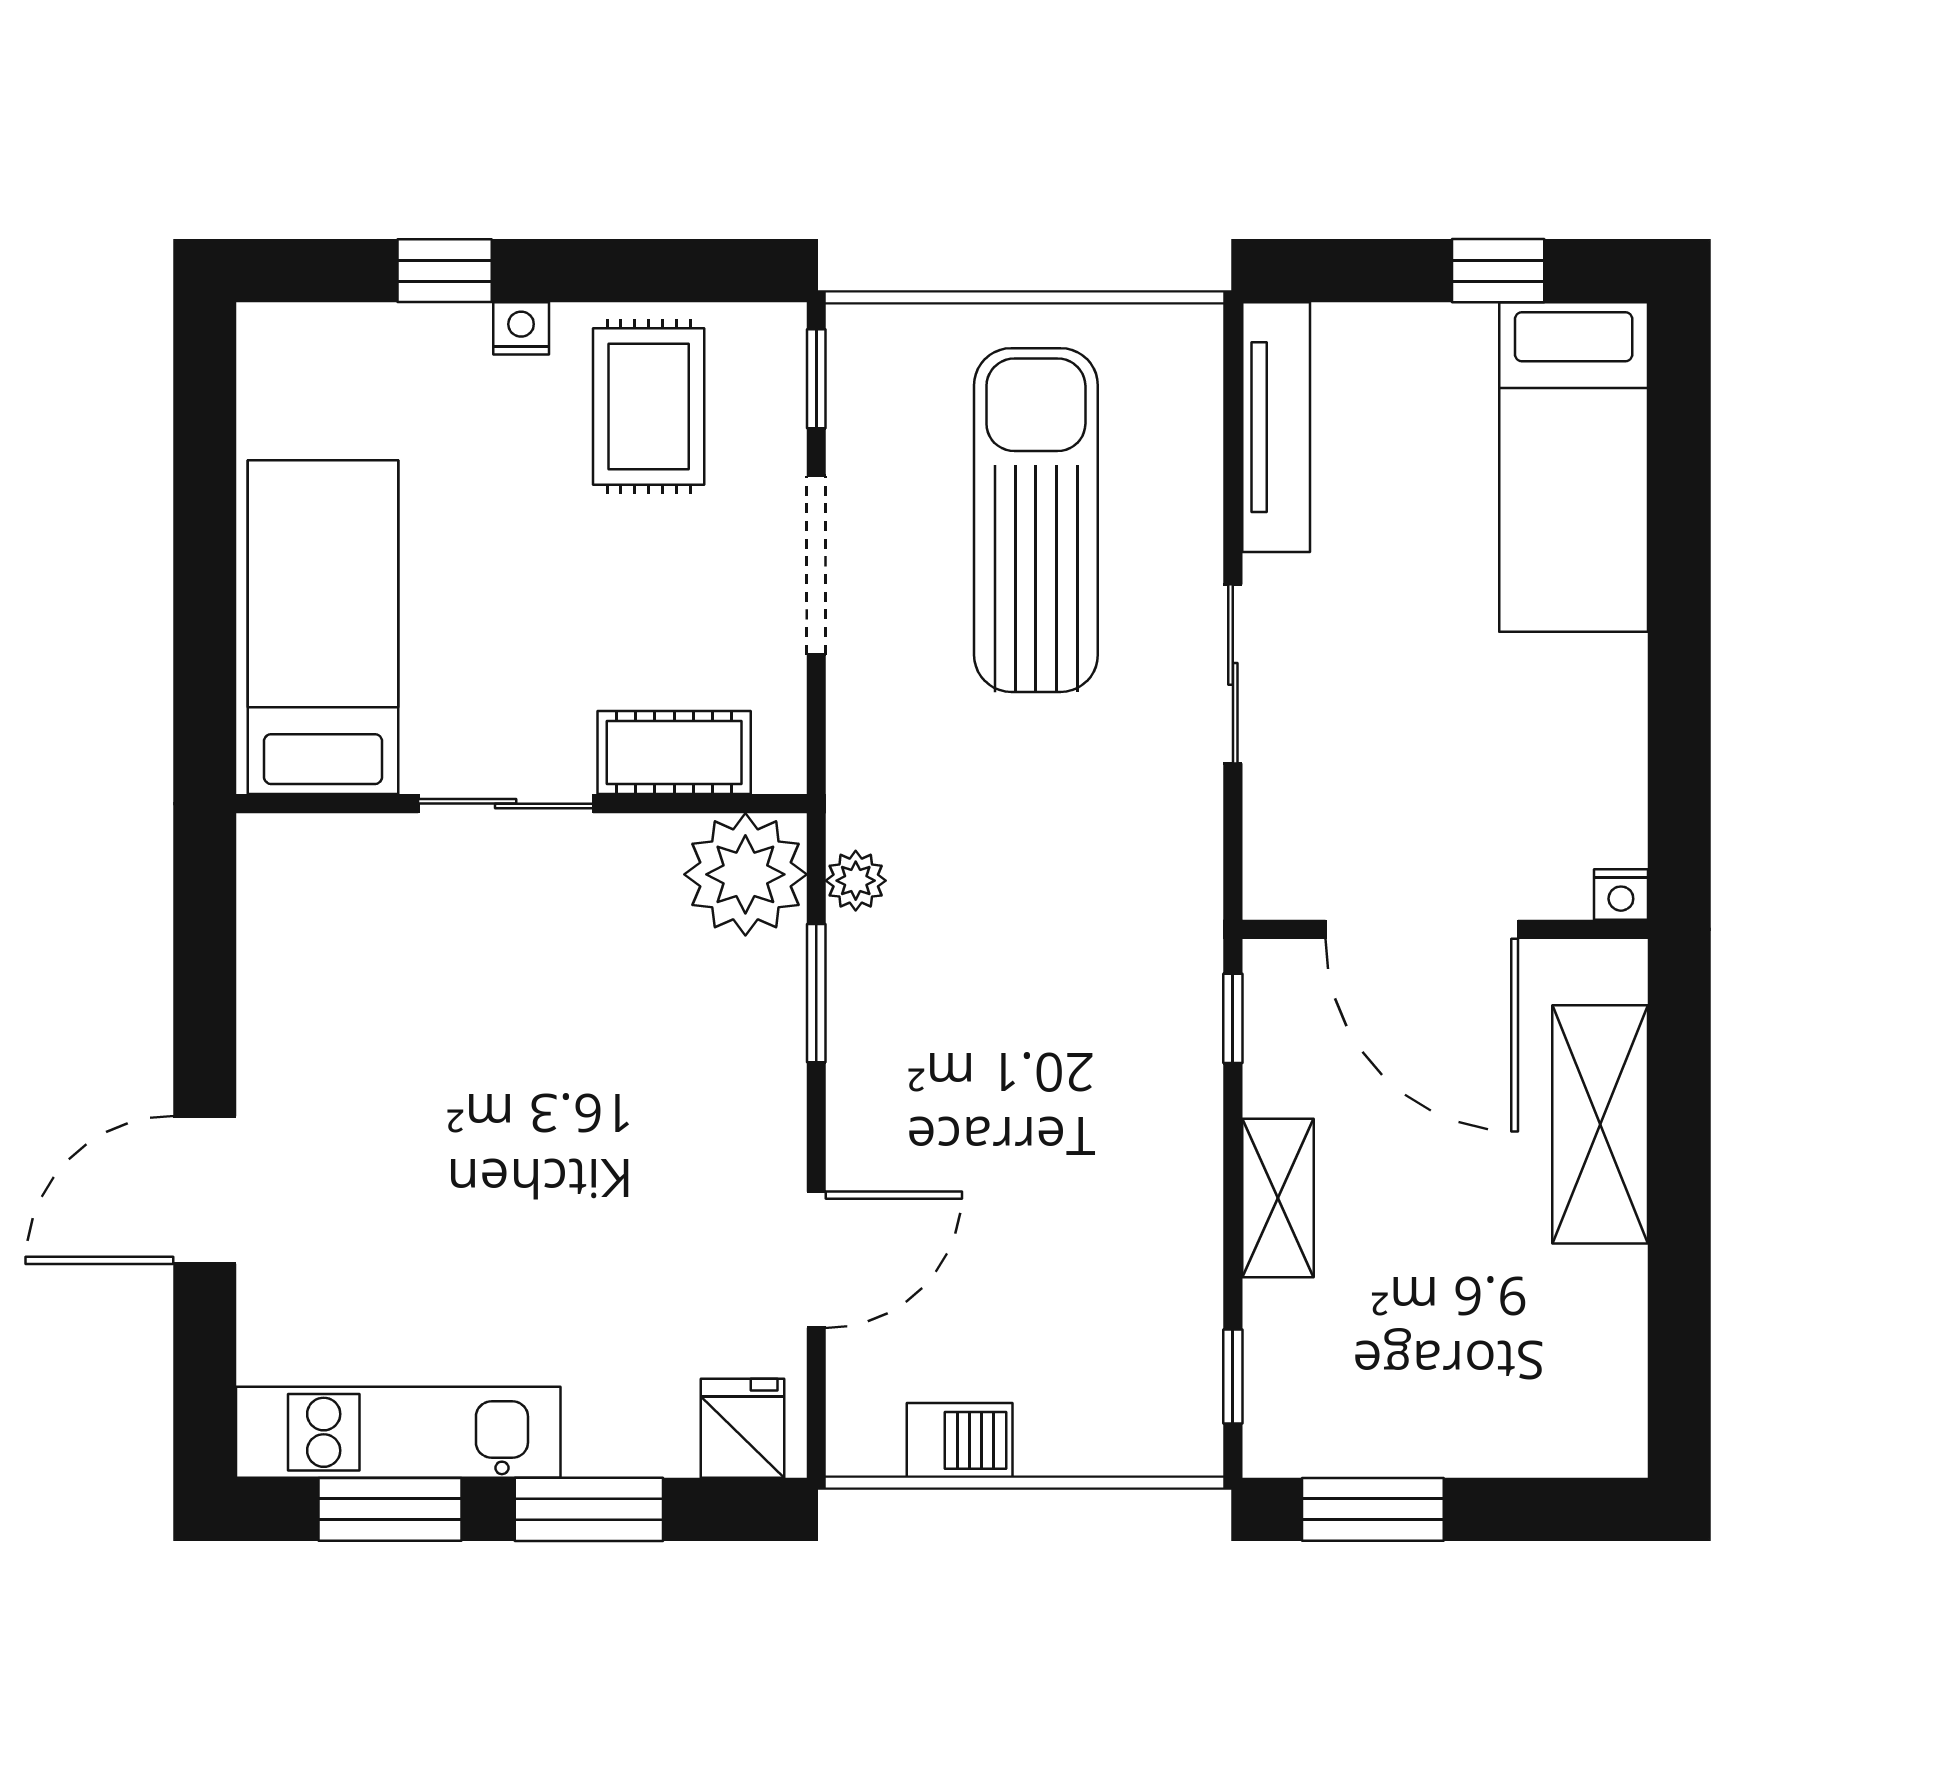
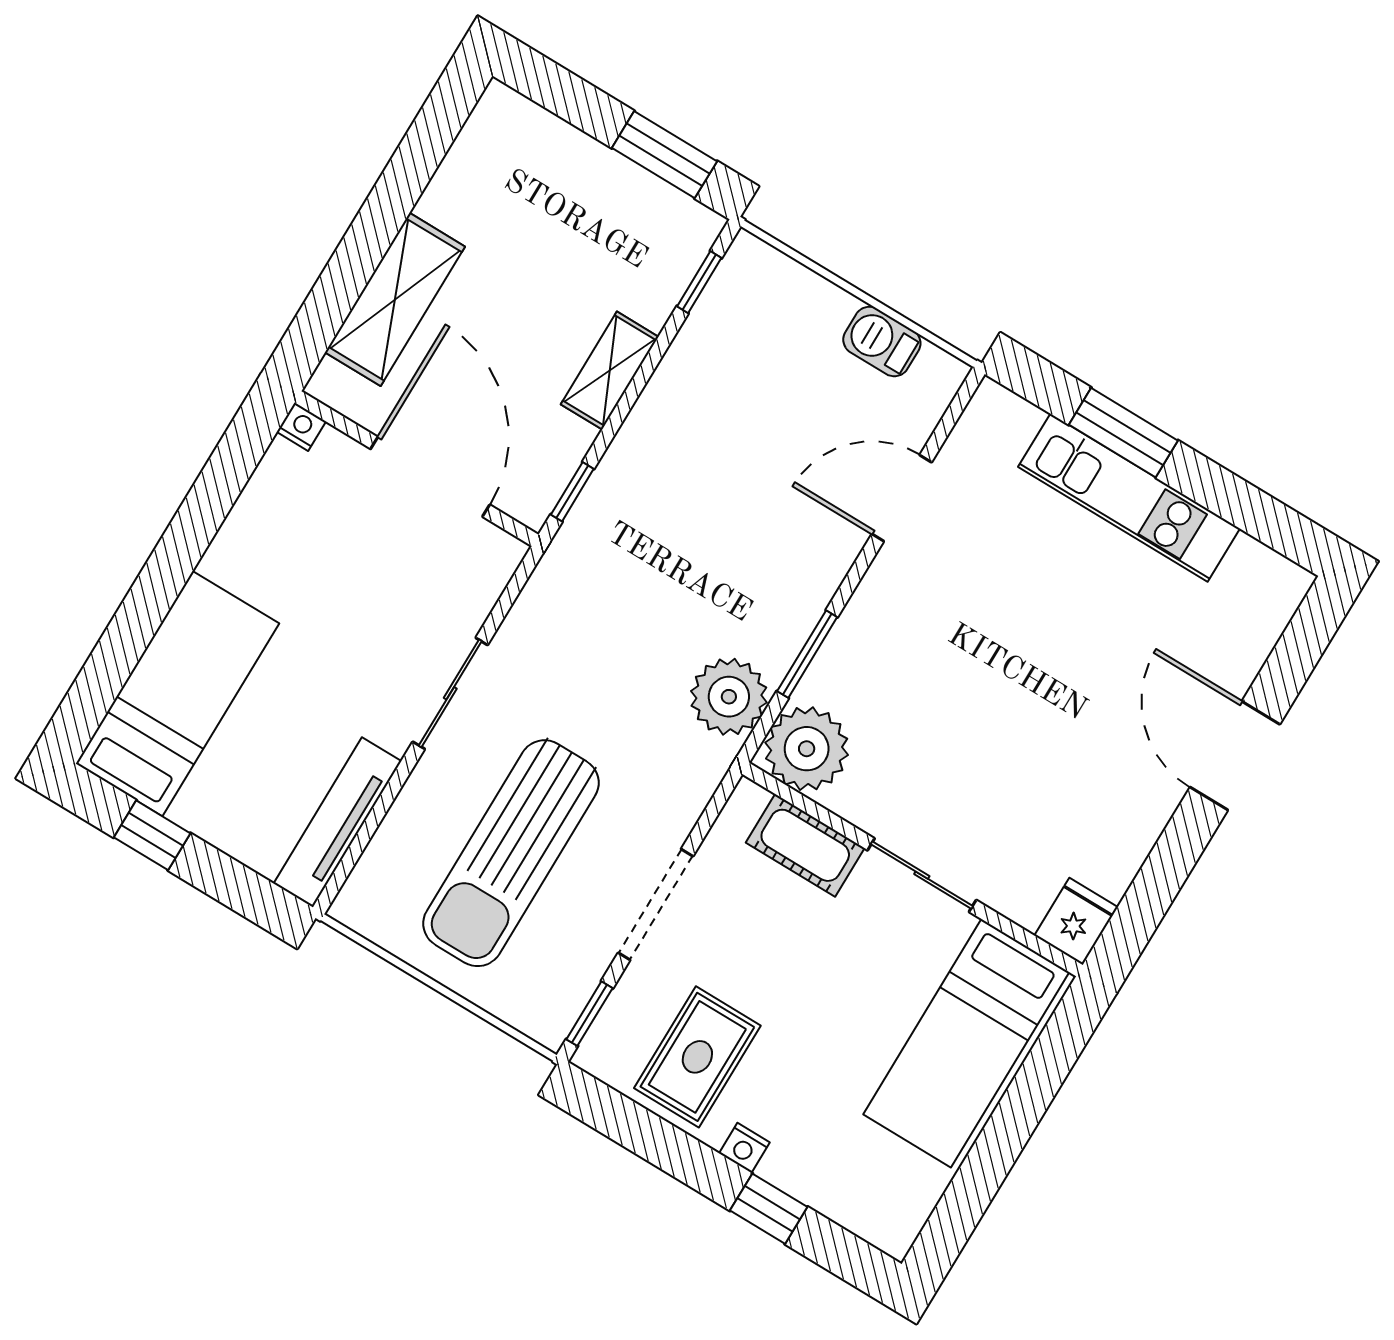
plant: (856, 881) -> (729, 697), width x1.88, depth x1.88
door: (205, 1190) -> (1235, 756), swing flipped
fridge: (742, 1428) -> (1076, 921), moved, turned 180
kitchen unit: (398, 1432) -> (1129, 498), moved
window: (390, 1509) -> (1240, 503), removed

